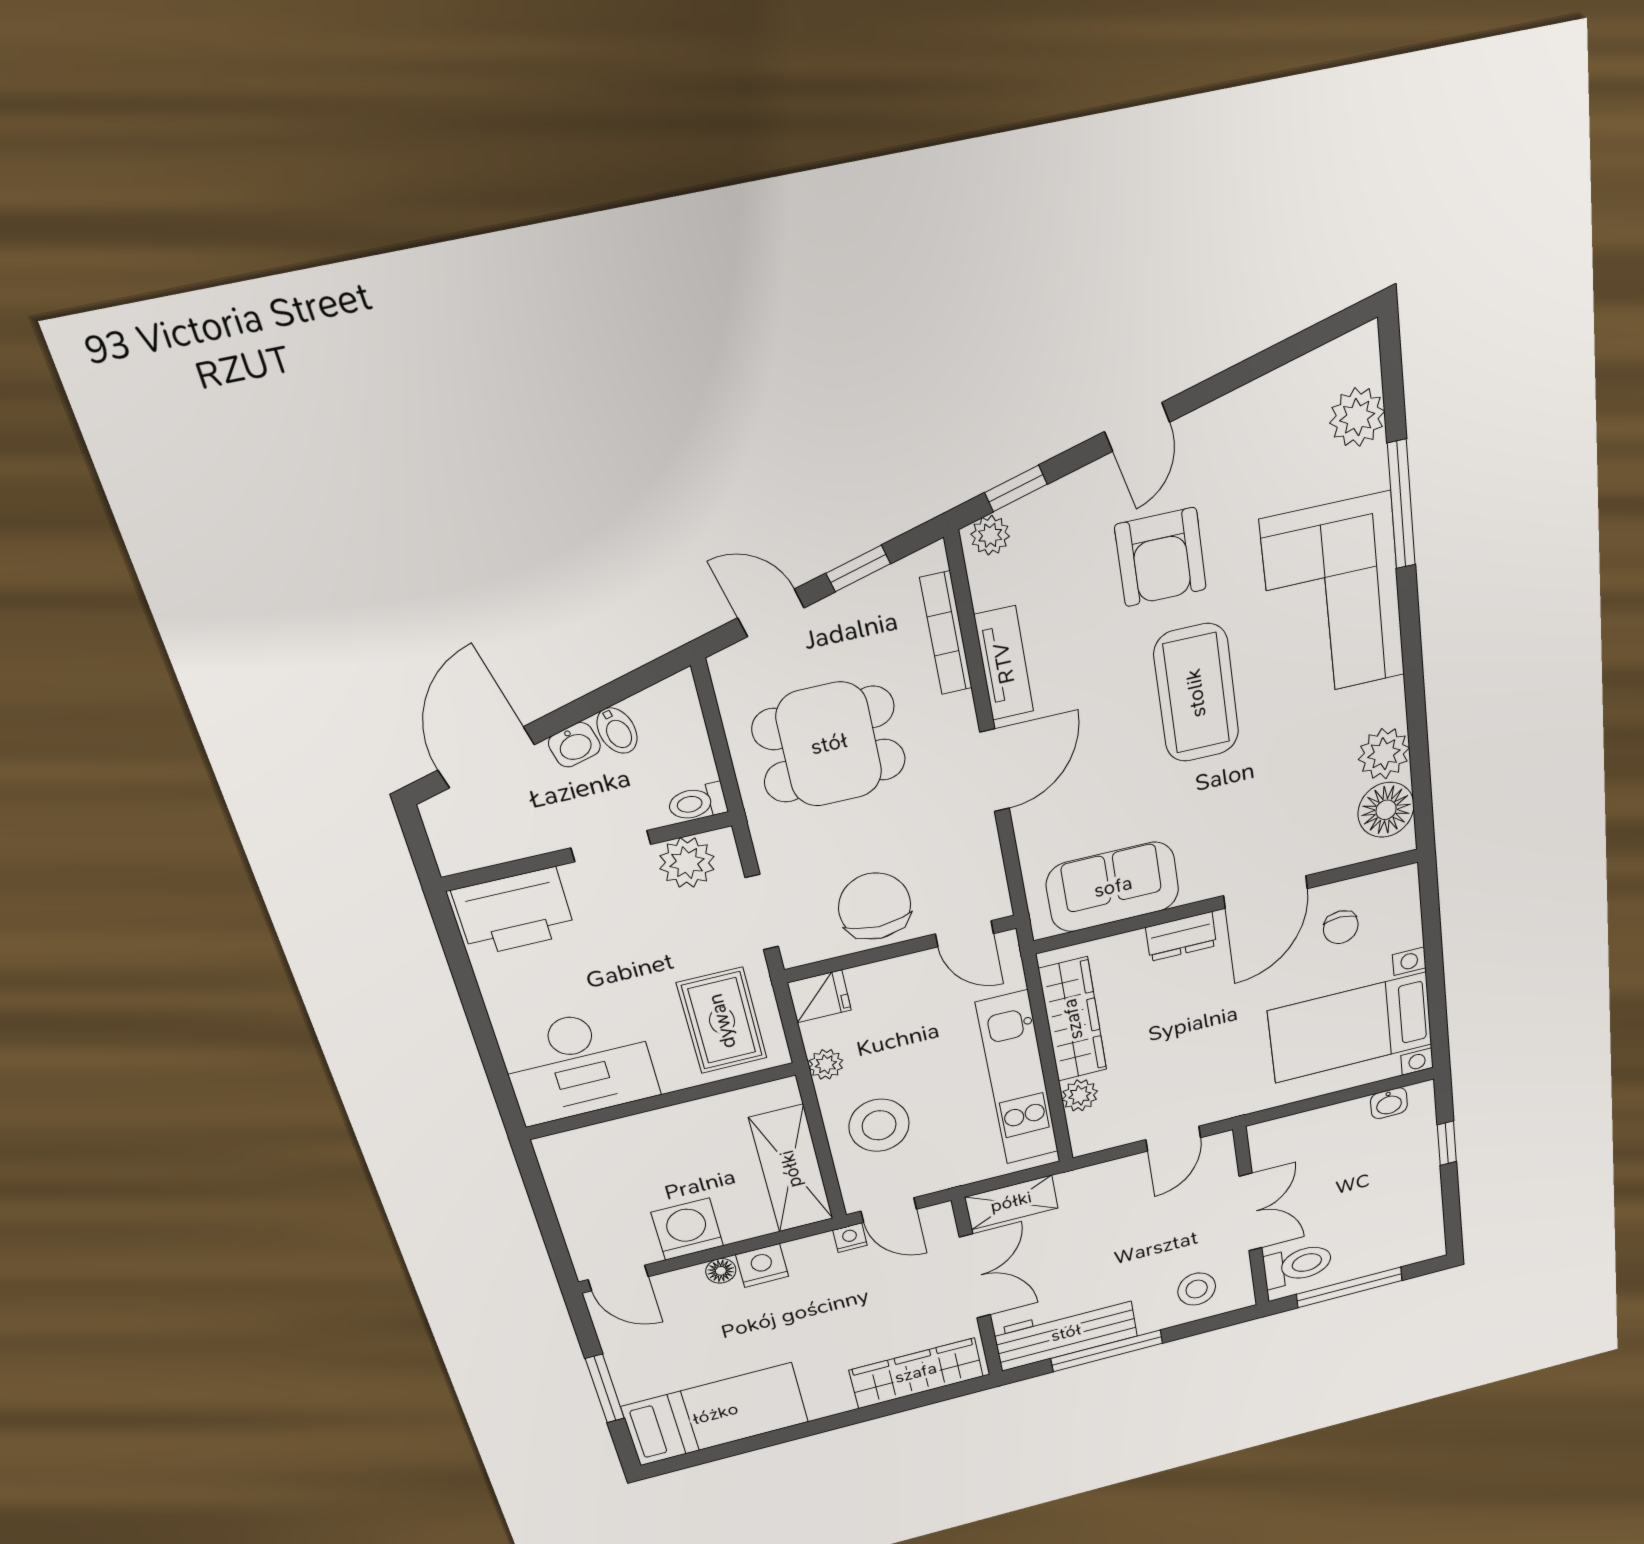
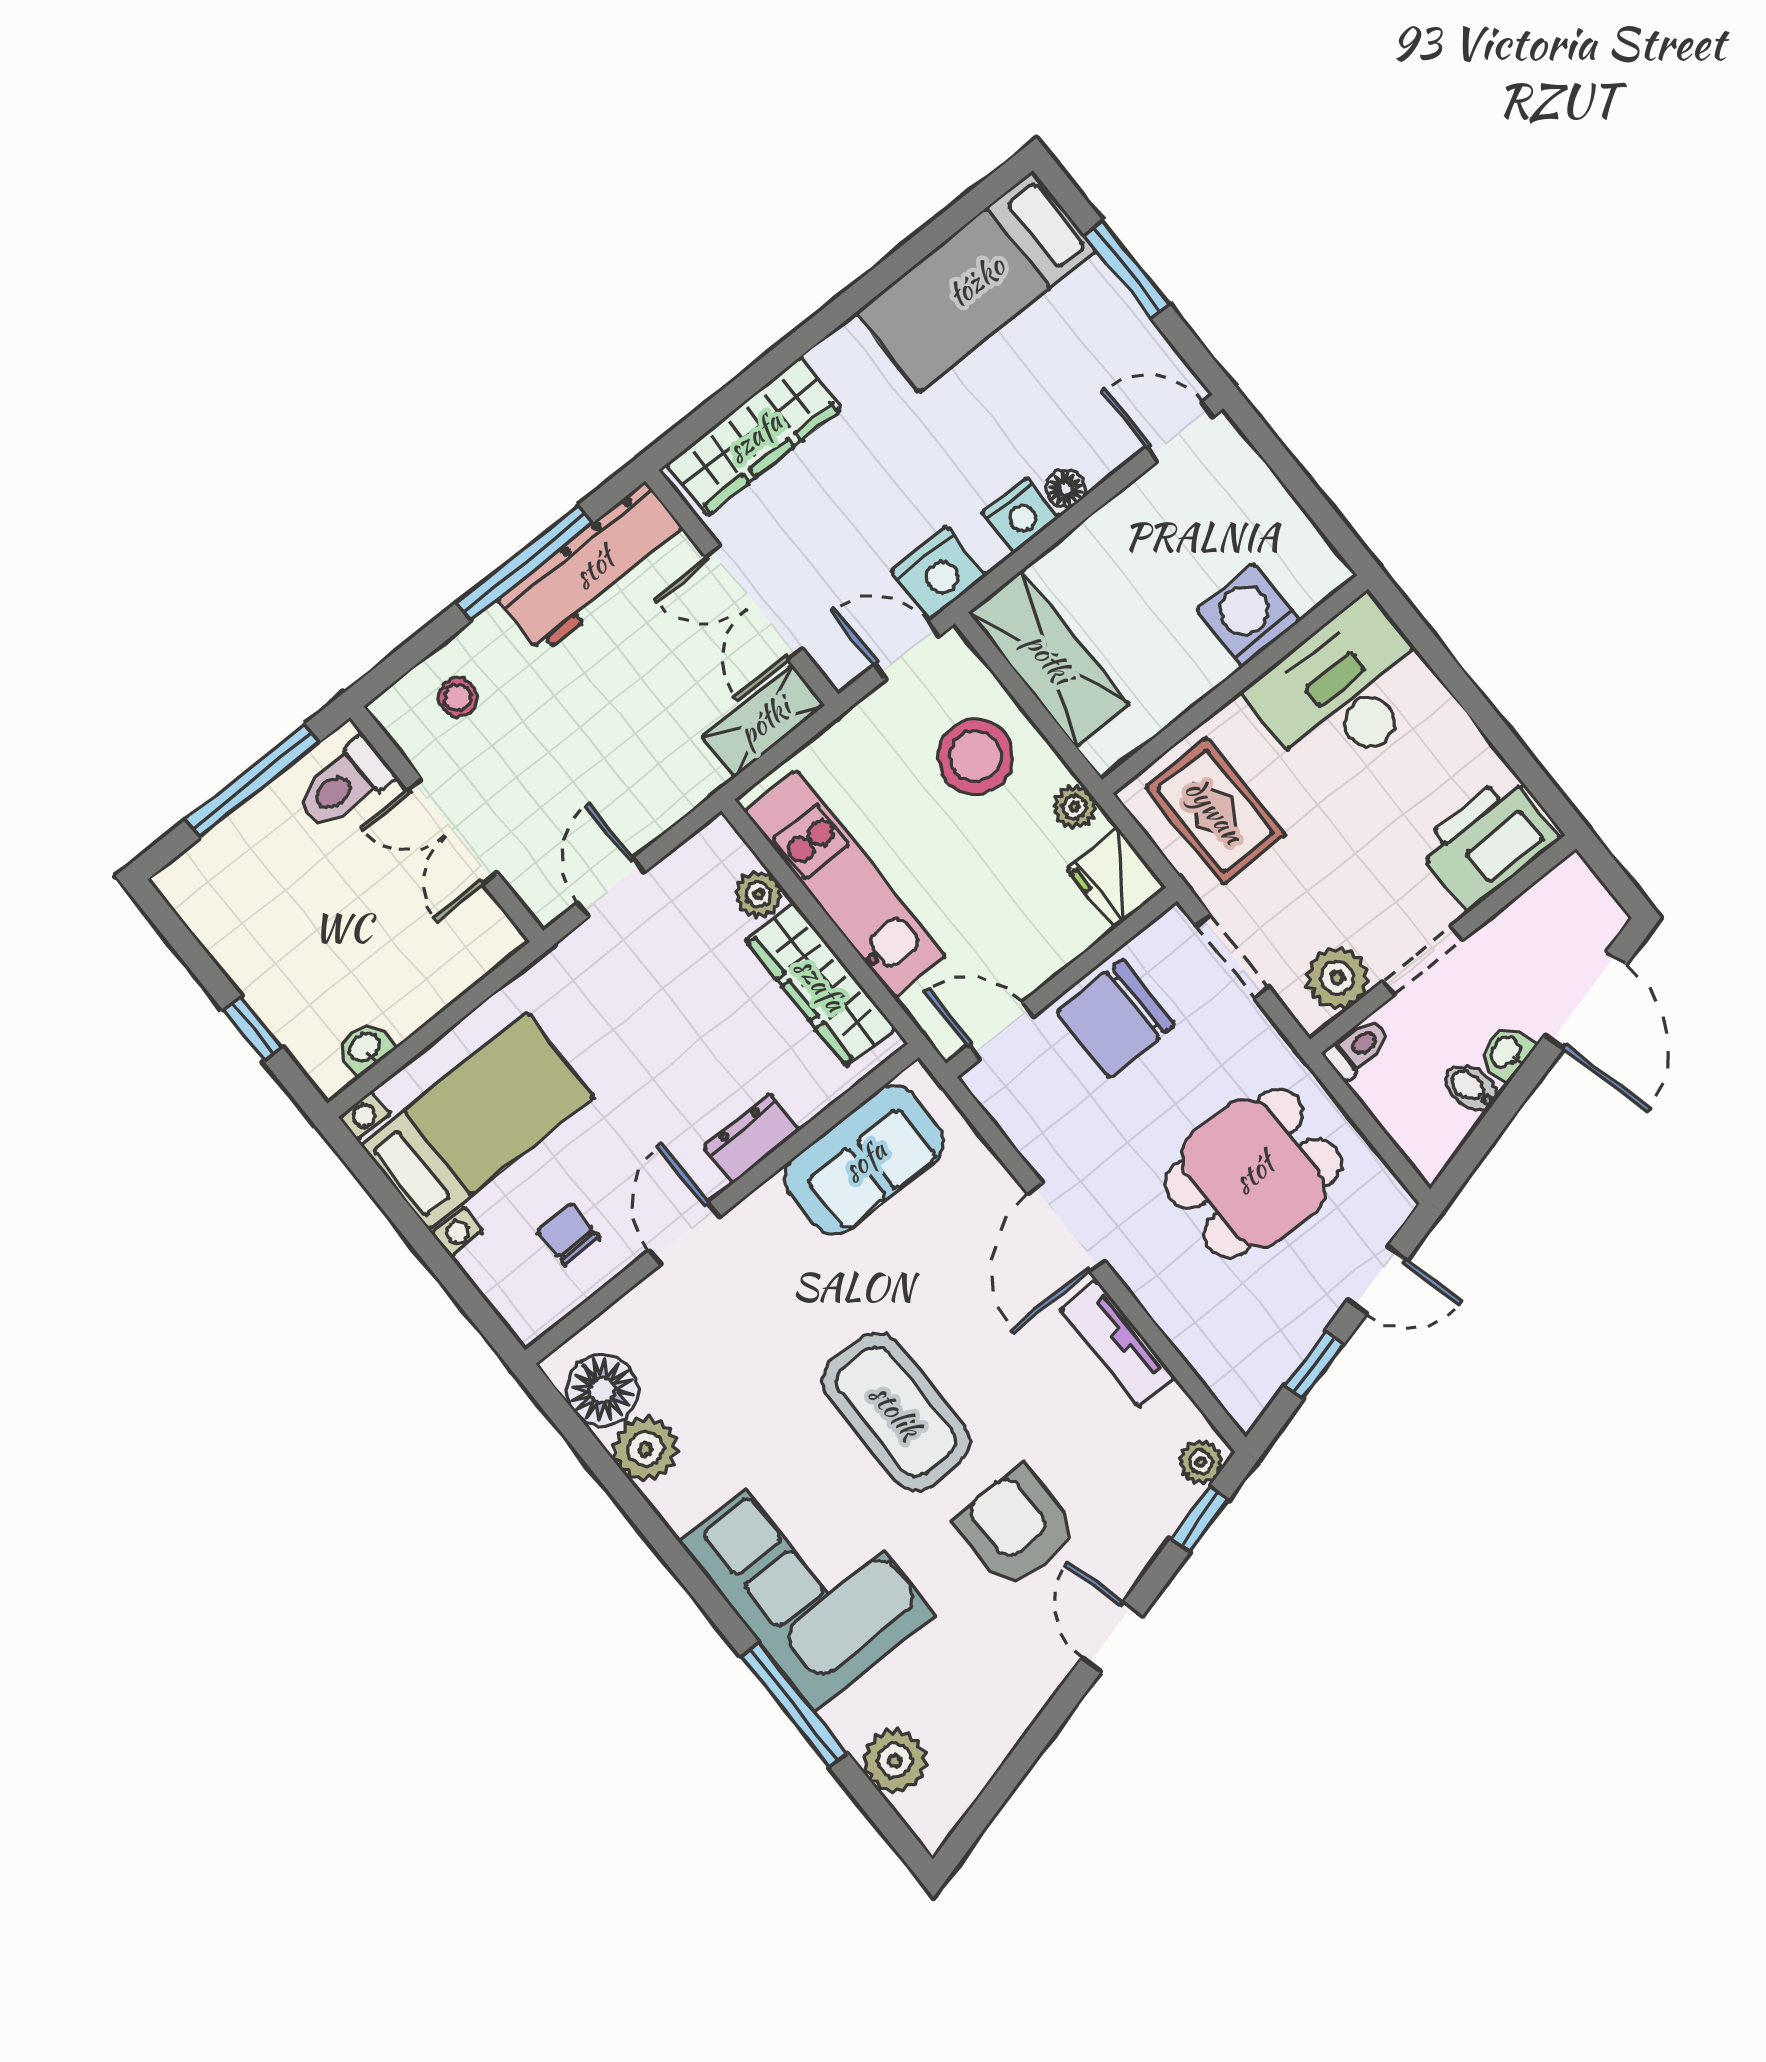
bookcase: (946, 633) -> (1193, 1345), removed
door: (1265, 892) -> (684, 1234), width x0.73
chair: (875, 906) -> (1116, 1018), turned 90
fridge: (819, 996) -> (1116, 878), width x1.38
washing machine: (687, 1229) -> (1248, 615), moved, turned 180
nightstand: (850, 1238) -> (939, 573), width x1.89, depth x1.79
stool: (1197, 1289) -> (458, 697), width x0.73, depth x0.73

